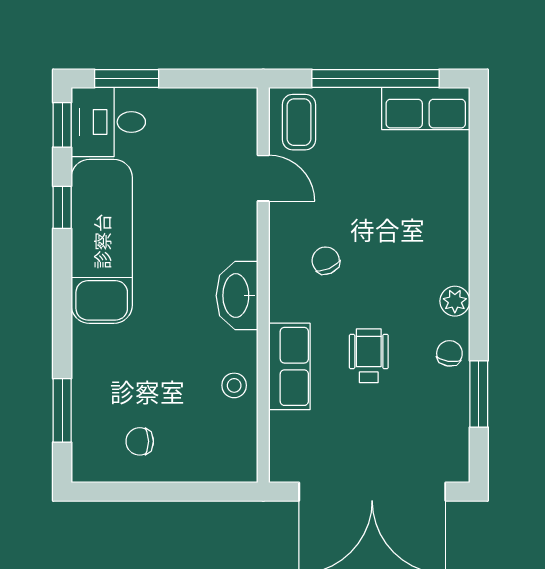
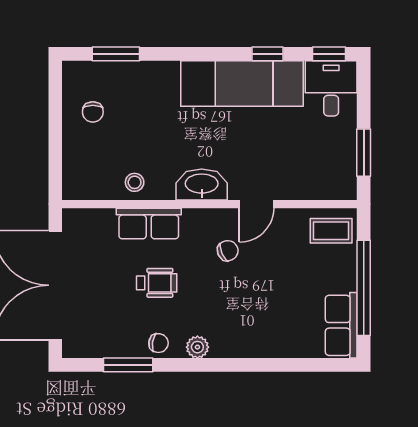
window: (127, 79) -> (364, 153), moved
door: (263, 178) -> (257, 204), moved
chair: (140, 441) -> (93, 112), turned 180

